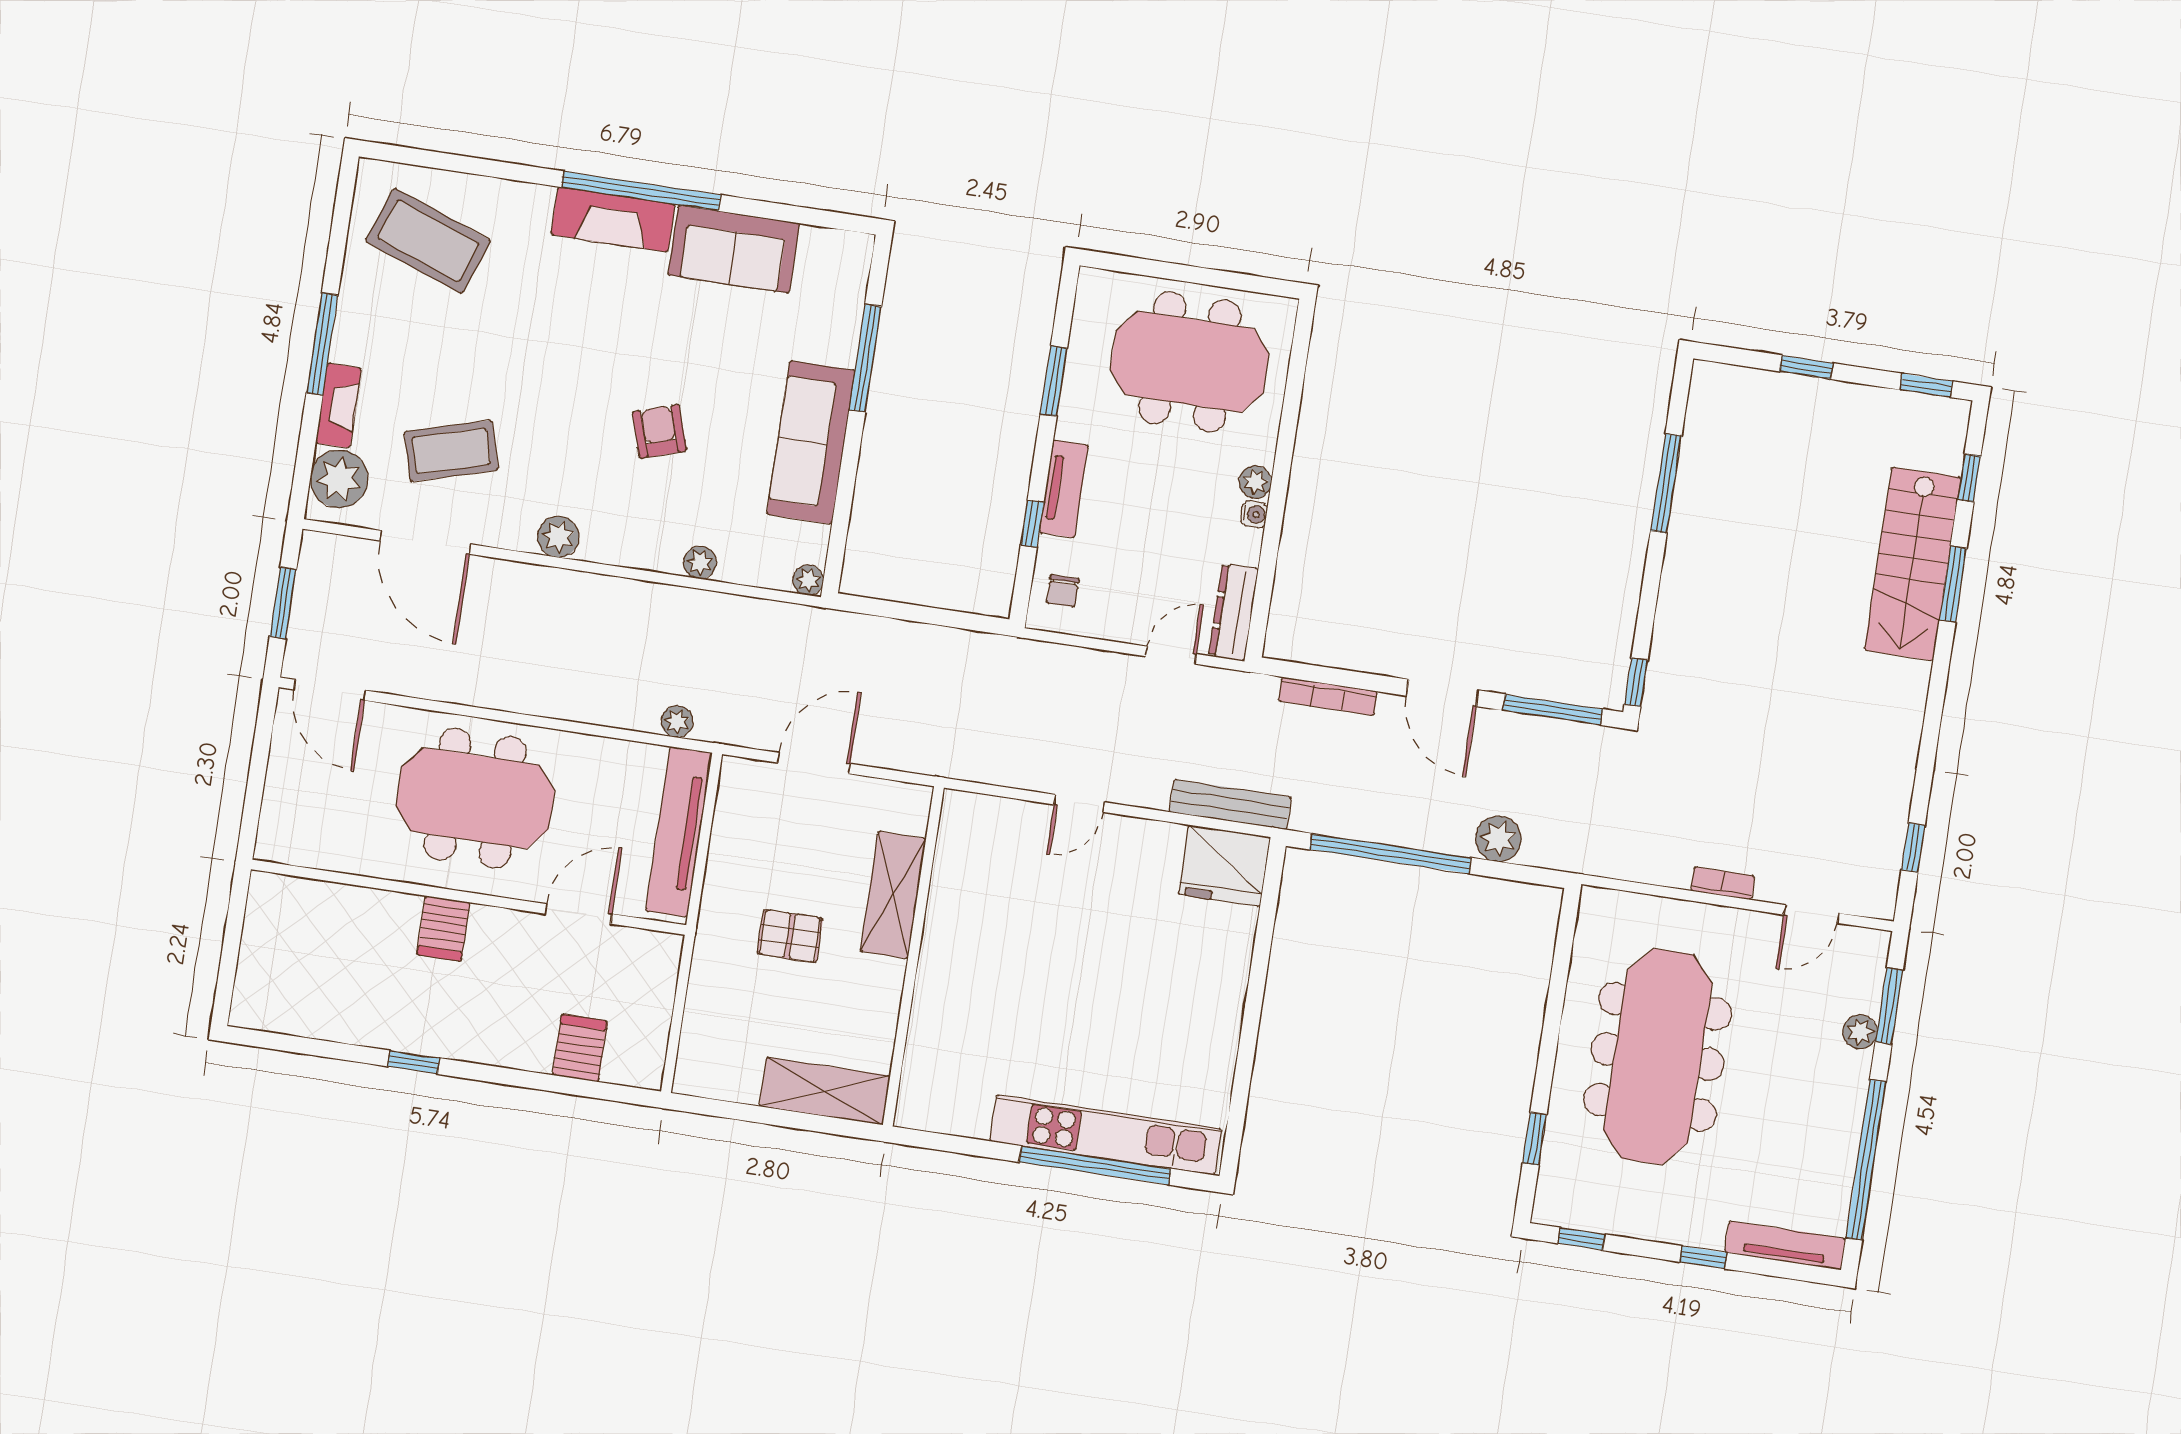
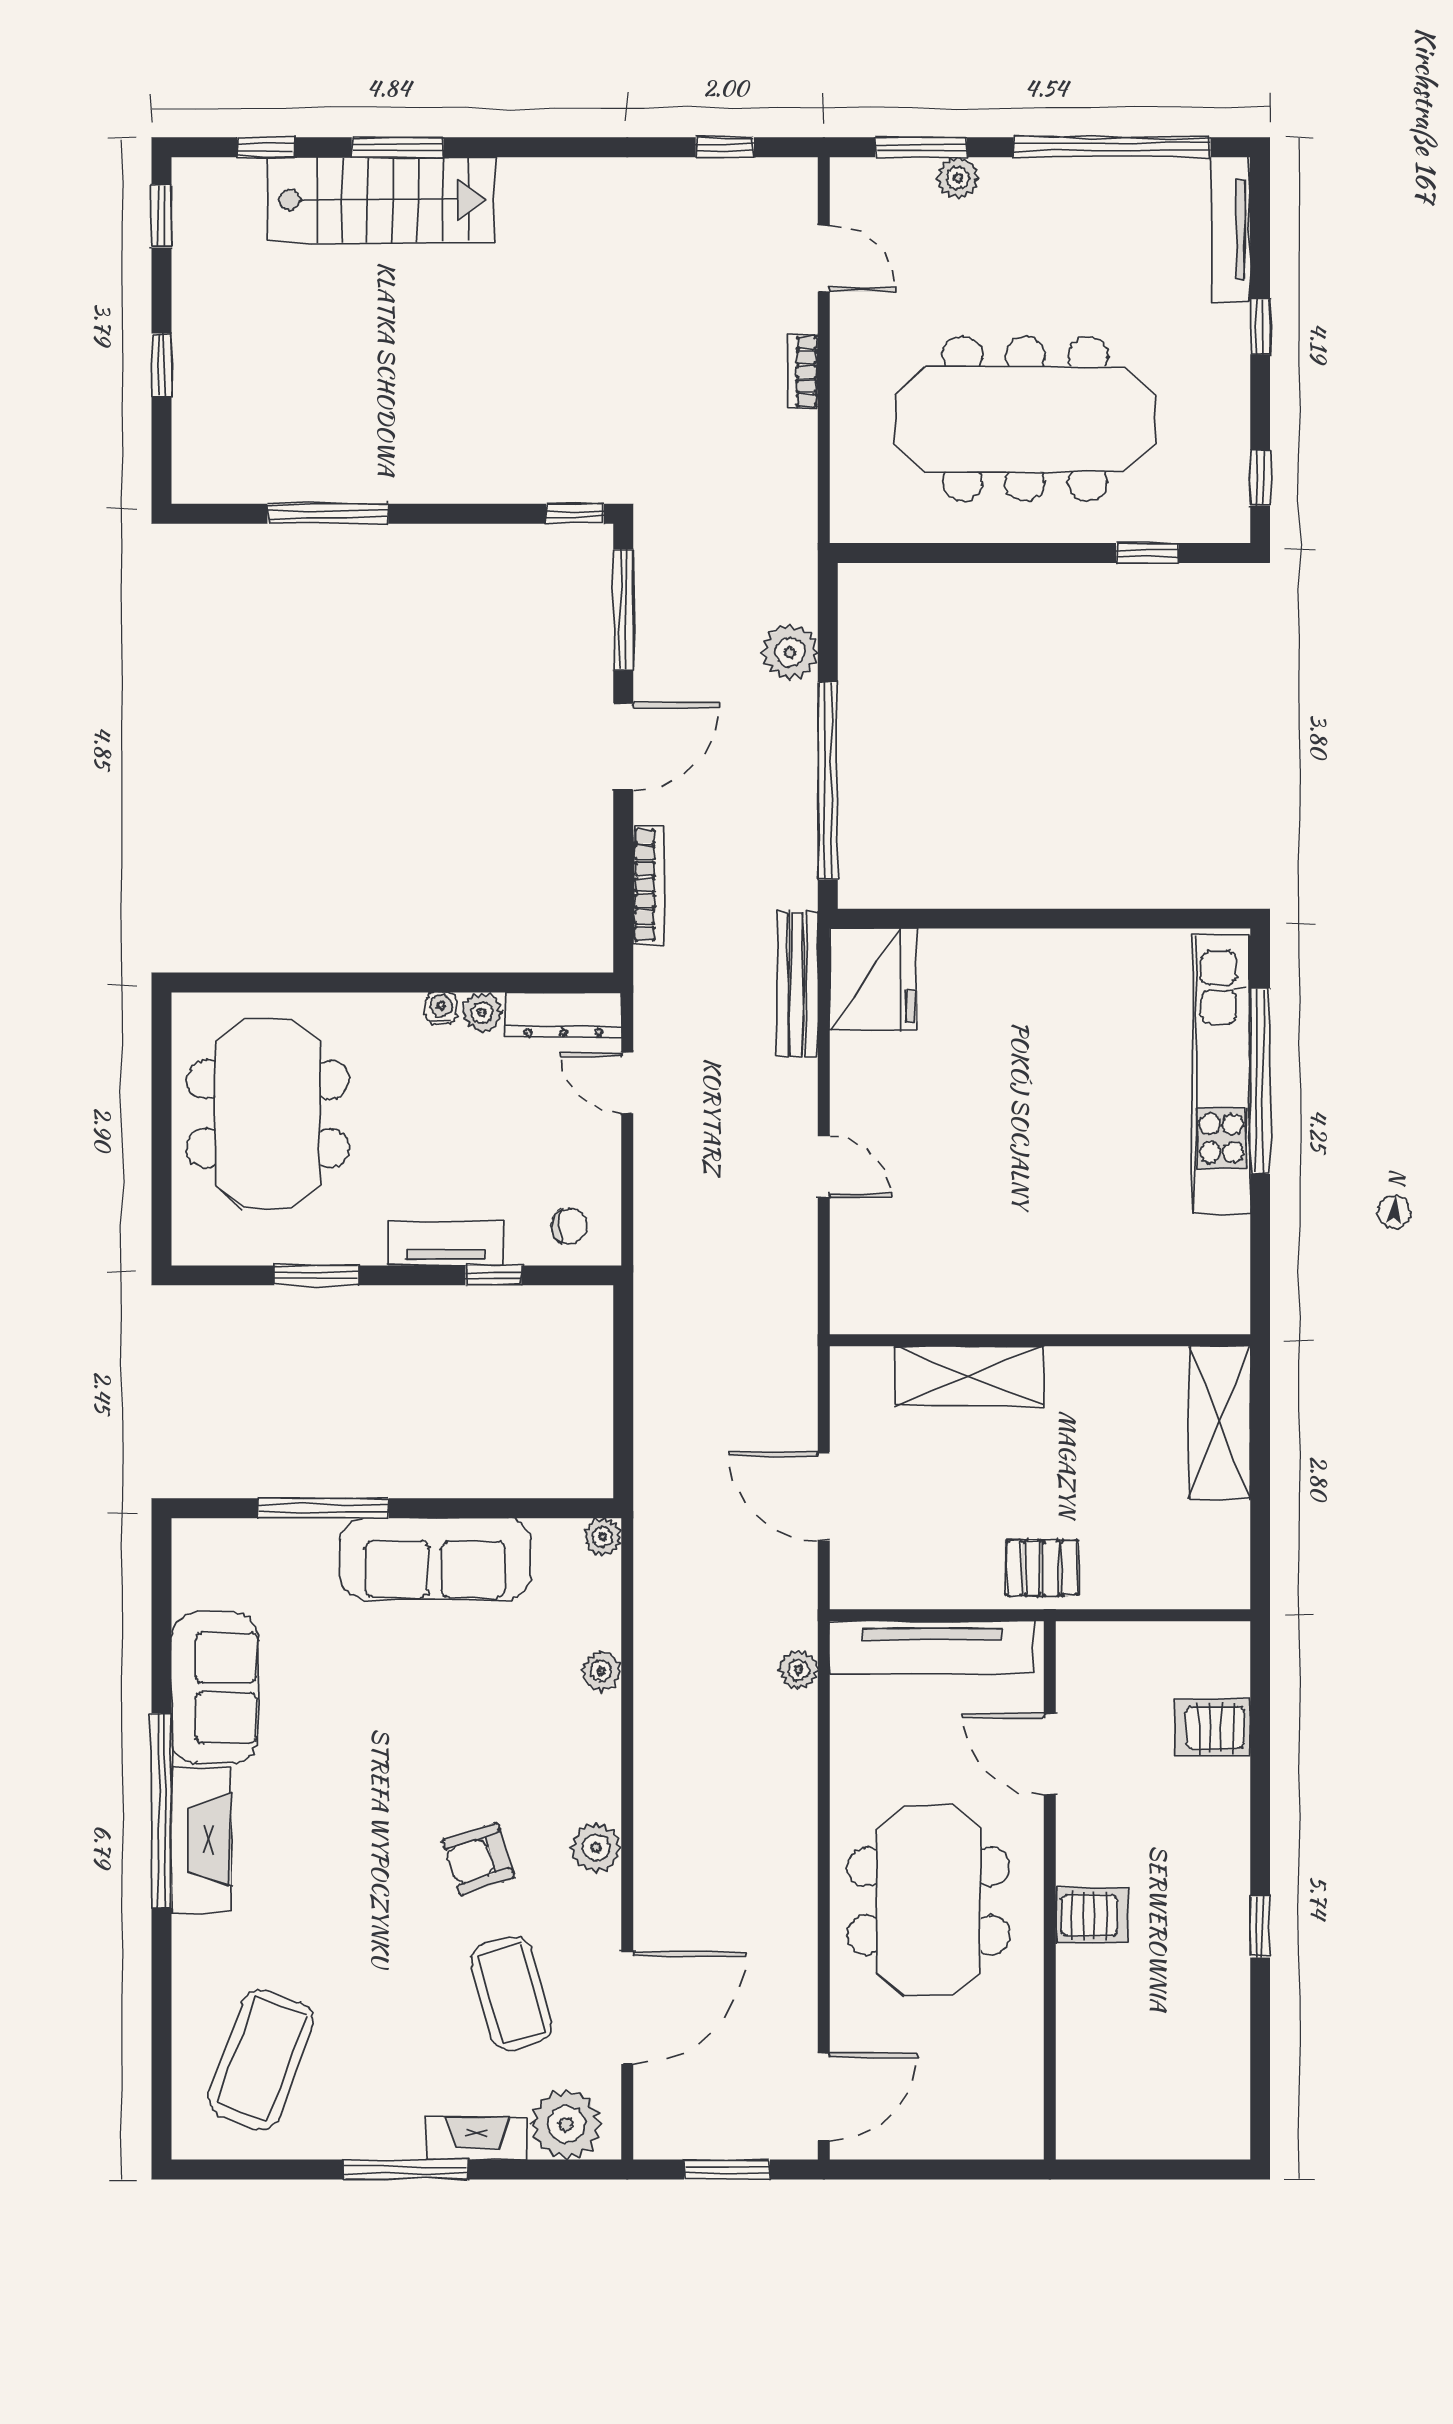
armchair: (659, 431) -> (478, 1859), moved
plant: (1255, 482) -> (482, 1012), moved
pallet: (790, 936) -> (1042, 1568), moved, turned 90

